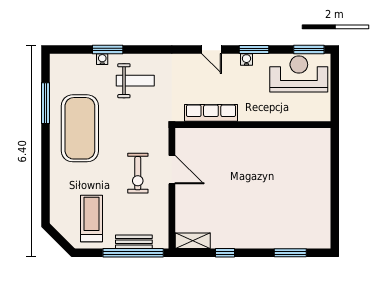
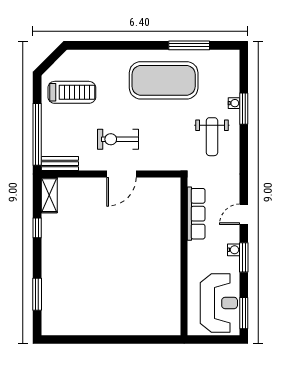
row of seats: (211, 113) -> (196, 214), moved
wall: (253, 125) -> (184, 256), moved
bench: (134, 242) -> (60, 164), moved, turned 90

